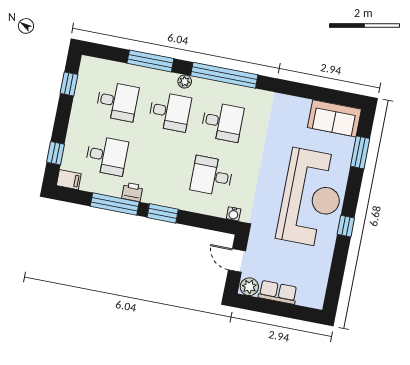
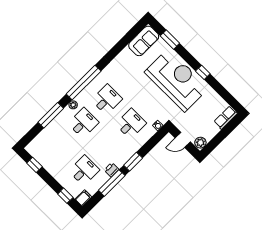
desk: (117, 101) -> (60, 146), removed
desk: (212, 176) -> (131, 124), turned 180
row of seats: (278, 292) -> (226, 118), moved

